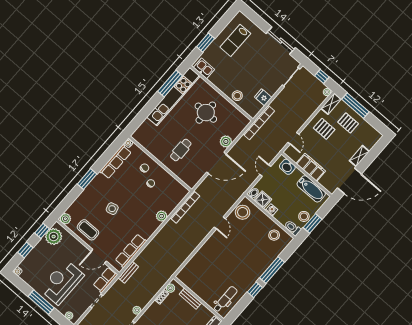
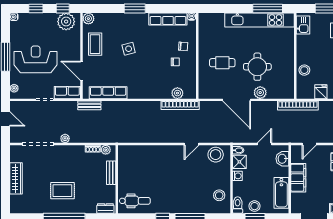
round table: (206, 113) -> (257, 67), moved
plant: (162, 216) -> (177, 93), moved

